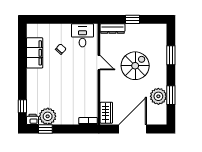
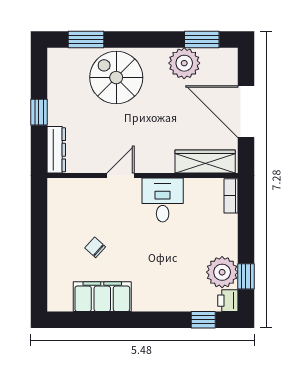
desk: (82, 35) -> (163, 200), moved, turned 90
window: (171, 55) -> (86, 39), moved
spiral stairs: (135, 66) -> (116, 78), moved
window: (171, 95) -> (202, 39), moved
wardrobe: (106, 113) -> (205, 161), width x1.50

